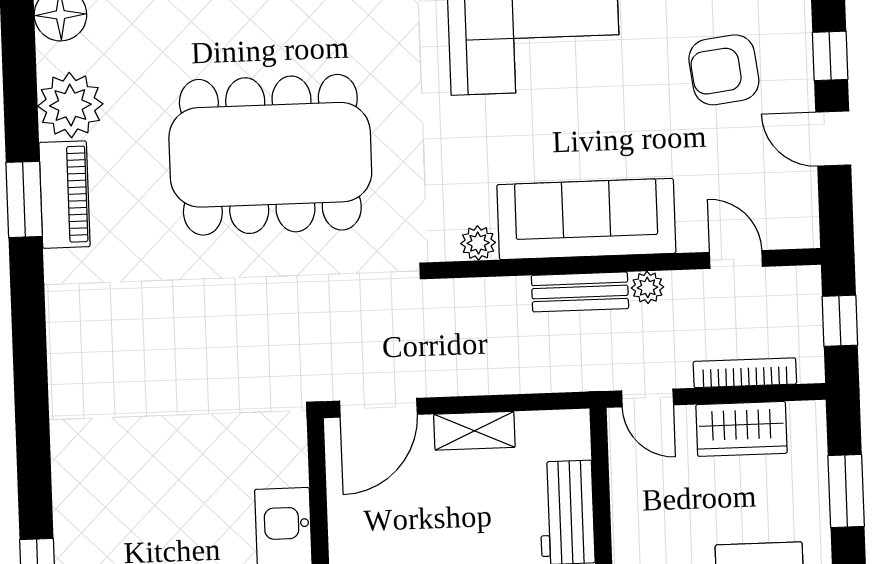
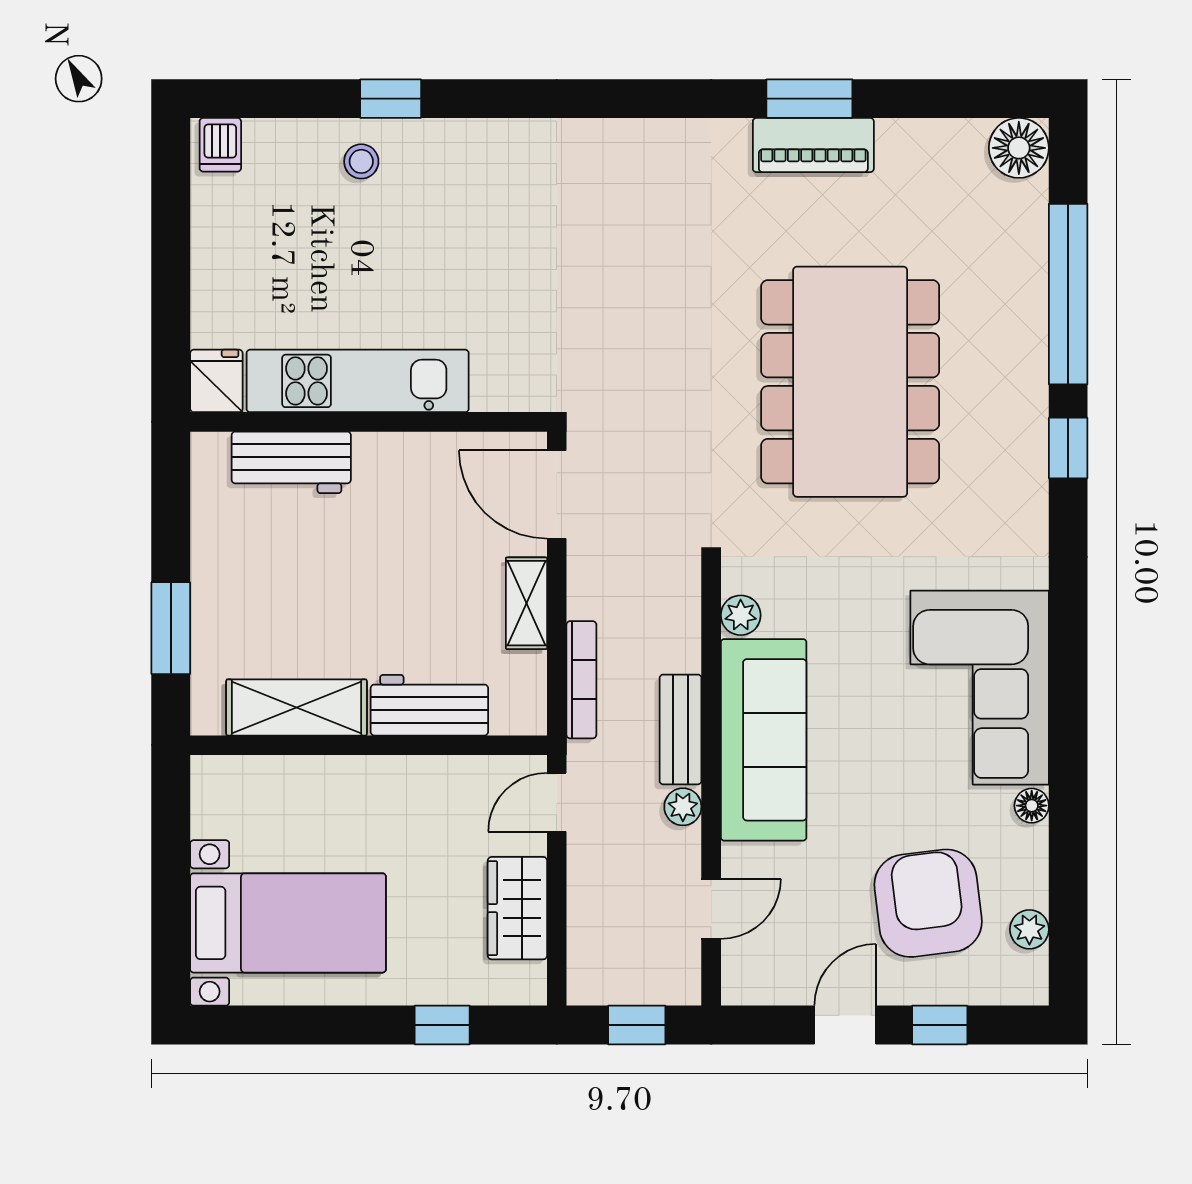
armchair: (724, 70) -> (928, 903), width x1.36, depth x1.36
plant: (70, 105) -> (915, 155), removed
bookcase: (745, 373) -> (581, 680), moved
window: (846, 491) -> (442, 1025), width x0.67

